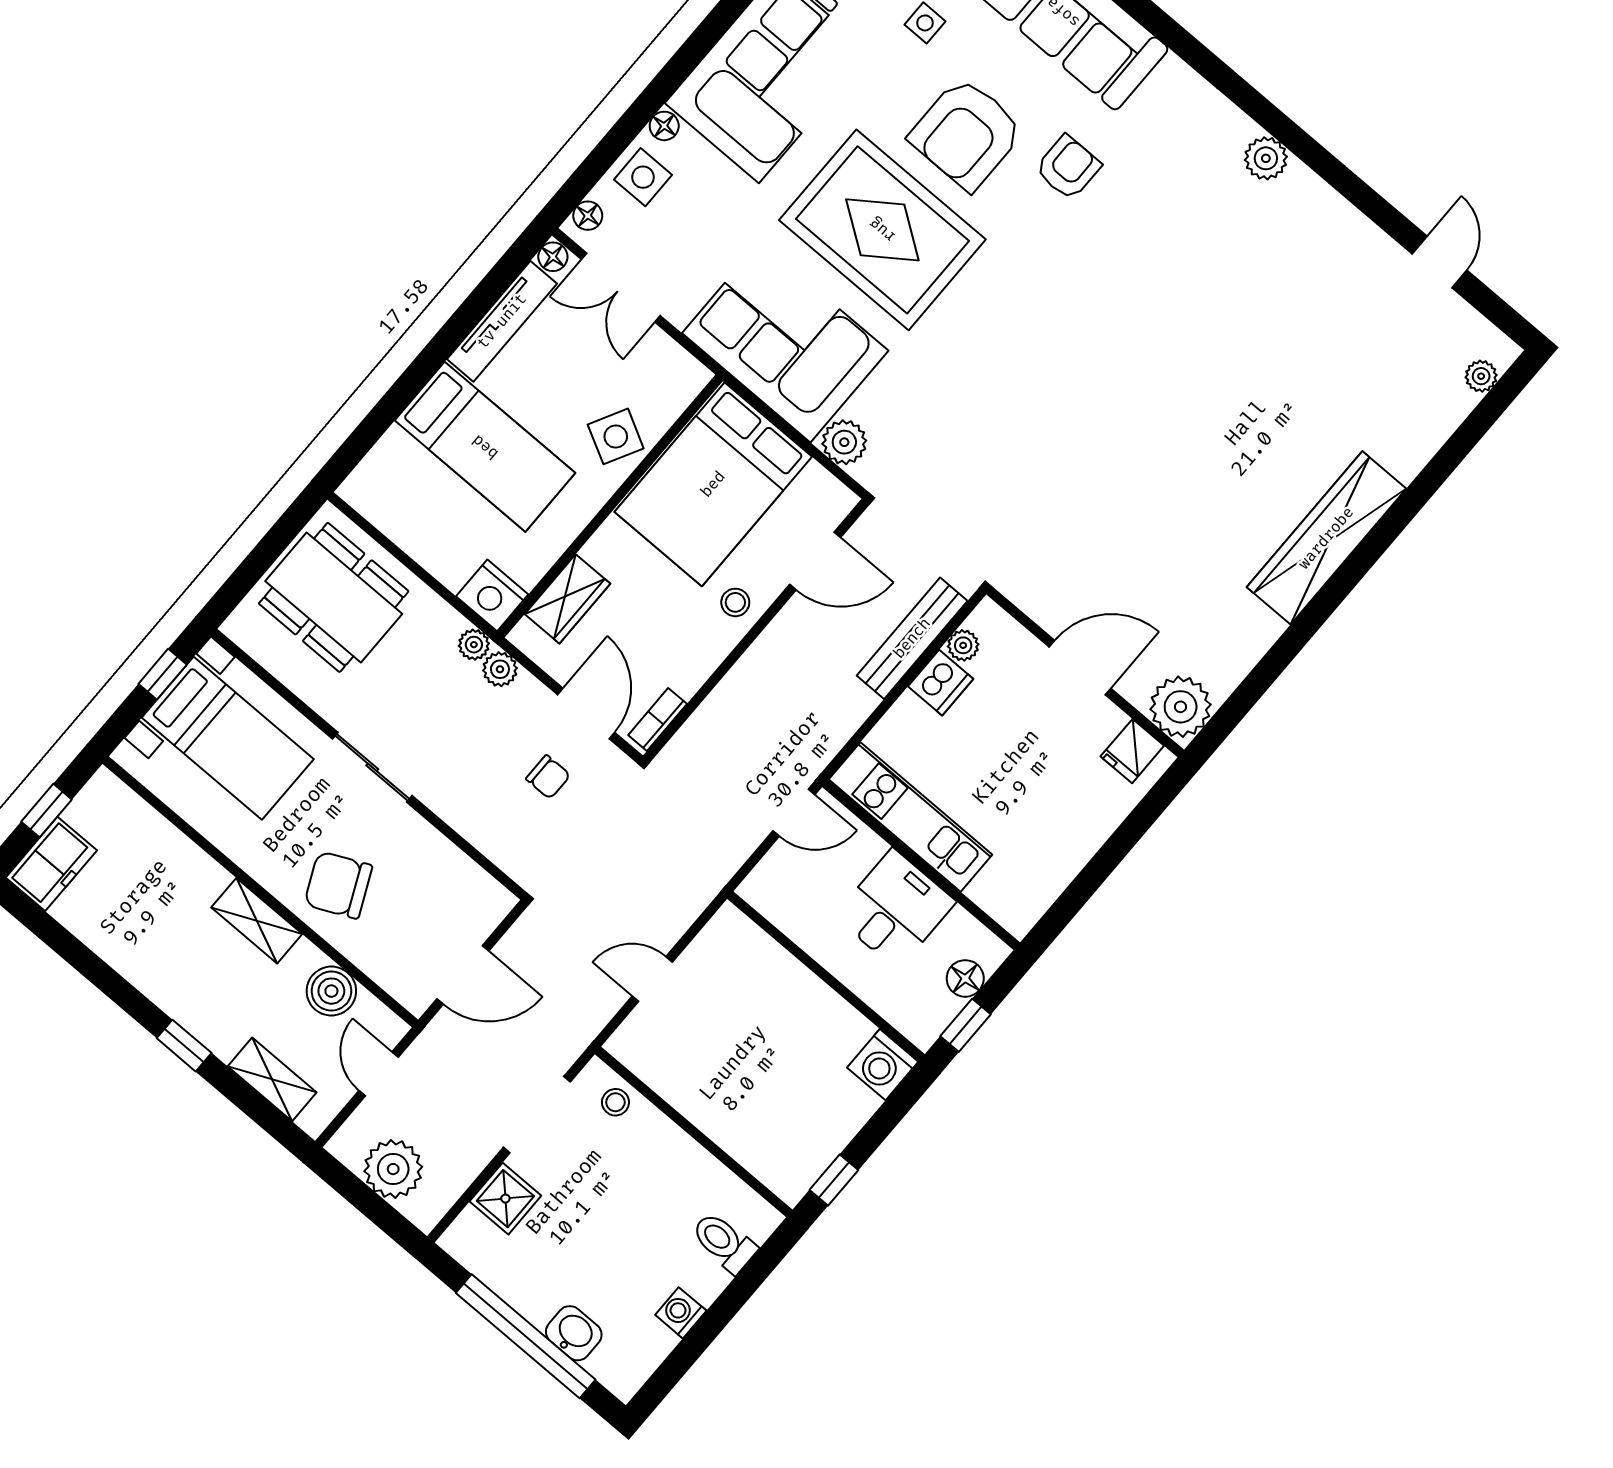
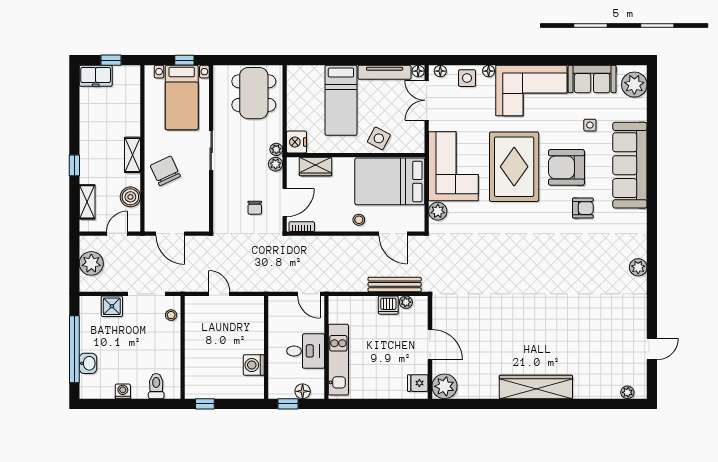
kitchen unit: (910, 817) -> (338, 360), moved
washing machine: (883, 1065) -> (254, 365), moved

